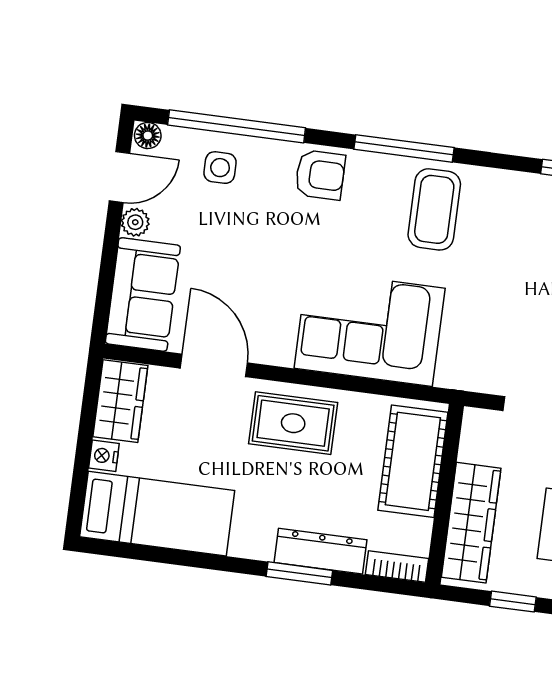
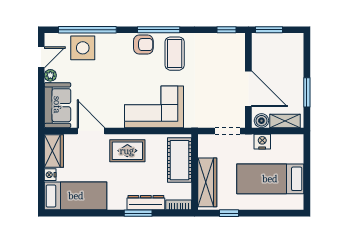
floor lamp: (148, 136) -> (51, 38), removed
side table: (220, 168) -> (83, 48), width x1.87, depth x1.87
armchair: (320, 175) -> (143, 45), moved

